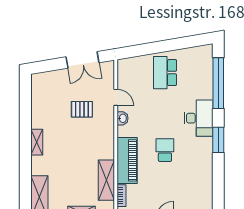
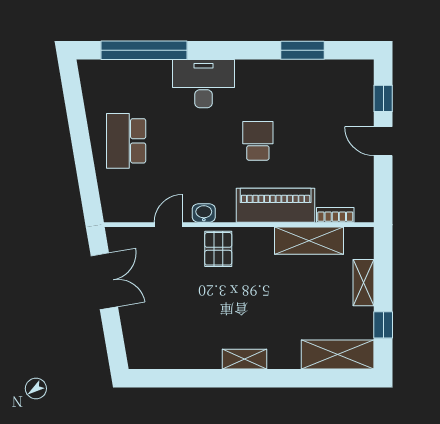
school desk: (165, 73) -> (126, 141), turned 90
pallet: (82, 109) -> (218, 249), moved
window: (218, 140) -> (302, 50), moved
school desk: (165, 150) -> (258, 141), turned 90

